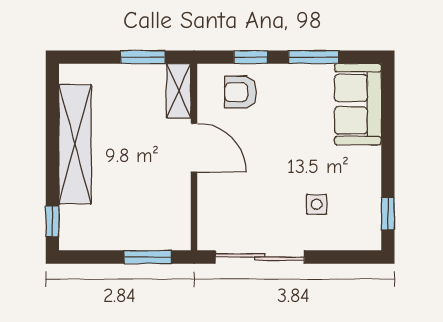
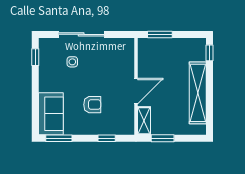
window: (314, 57) -> (59, 138), moved
armchair: (241, 92) -> (92, 105), moved
door: (194, 148) -> (136, 91), swing flipped
sliding door: (260, 257) -> (81, 34), moved

